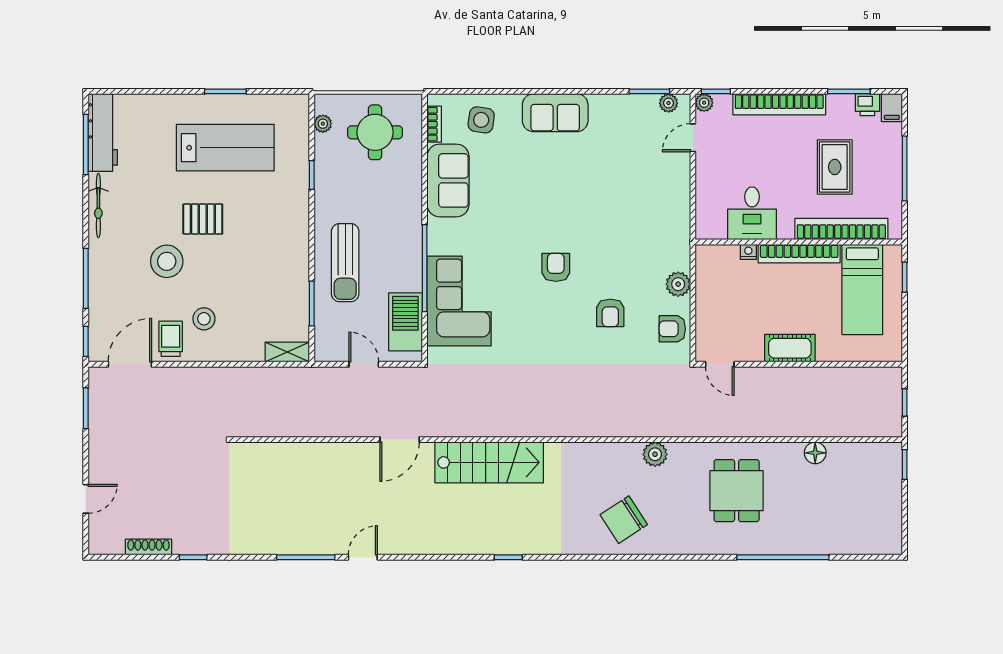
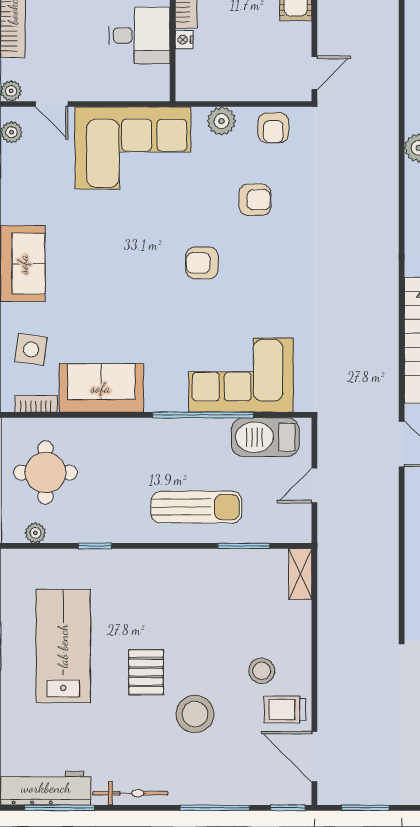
corner sofa: (655, 208) -> (133, 148), added

